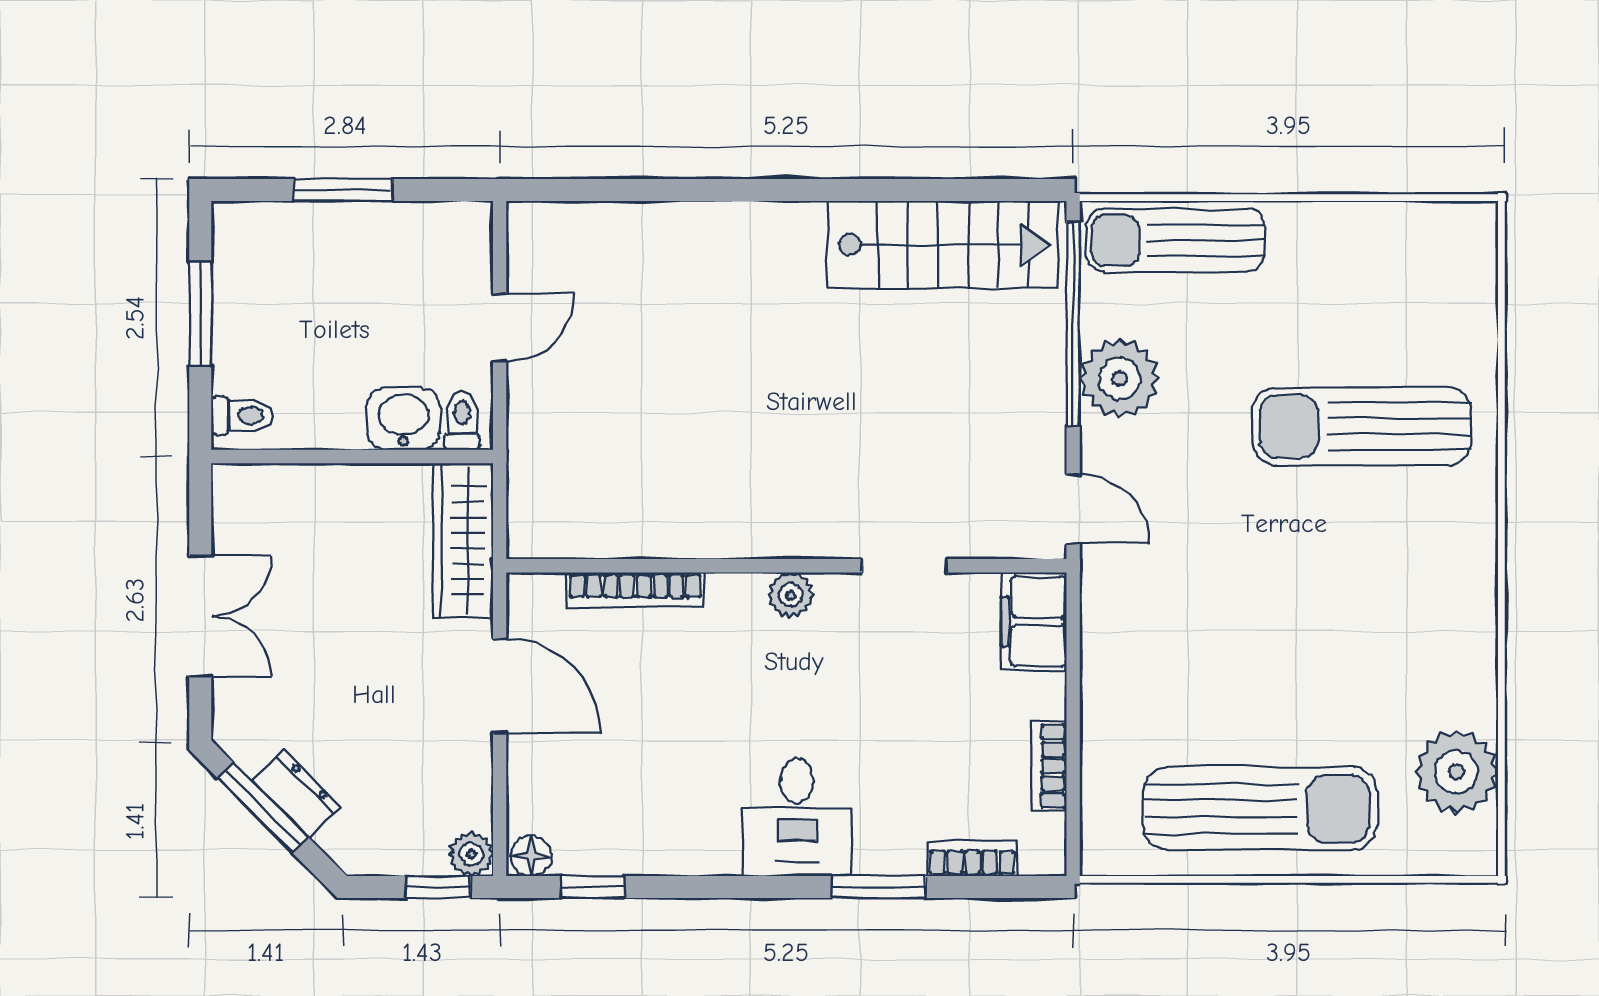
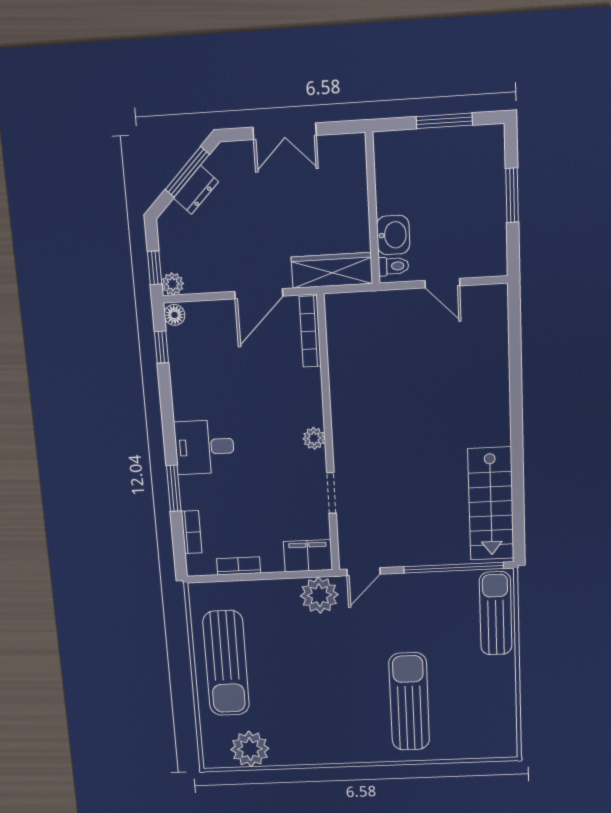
plant: (1120, 378) -> (319, 595), moved
toilet: (242, 416) -> (391, 148), removed
bookcase: (635, 590) -> (310, 331), moved

